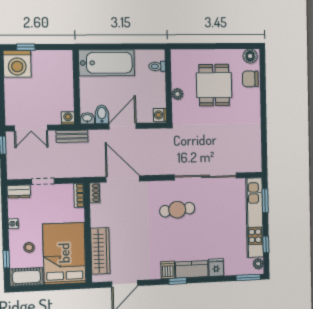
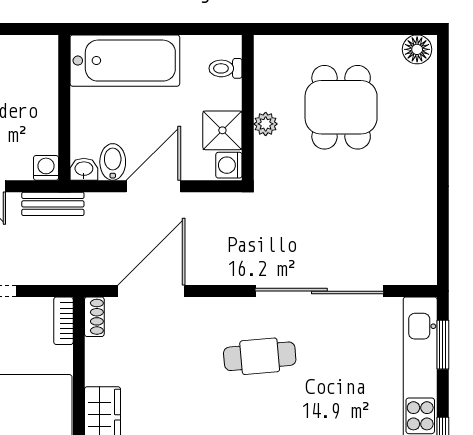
chair: (250, 79) -> (417, 96), removed
shower: (156, 97) -> (222, 130), added
door: (123, 179) -> (151, 291), hinge flipped

